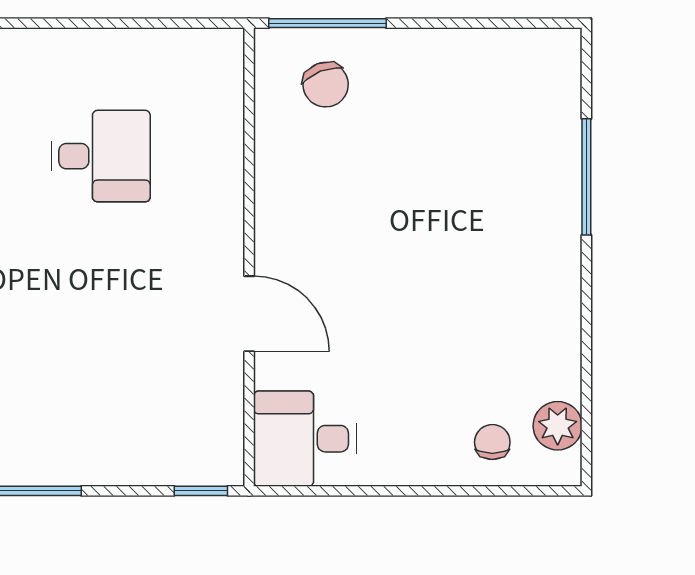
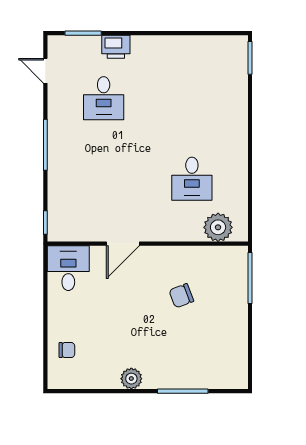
chair: (326, 85) -> (181, 296), moved
plant: (212, 96) -> (218, 227), added
plant: (558, 426) -> (131, 379), moved

